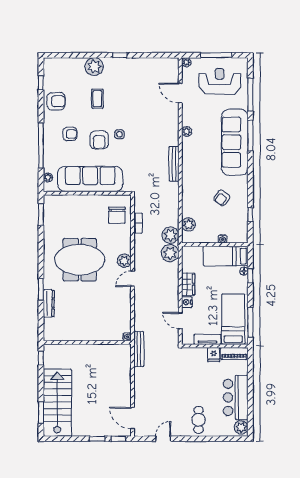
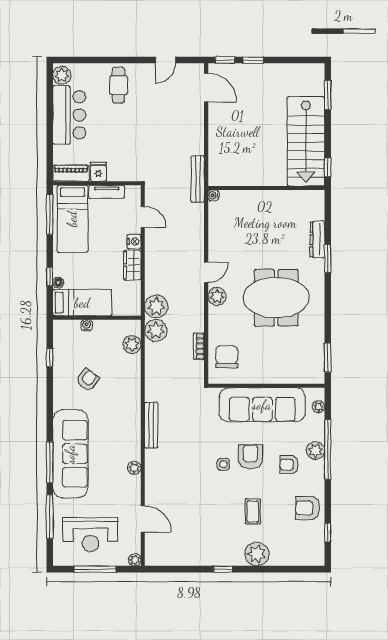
plant: (50, 145) -> (315, 451), added
stairs: (57, 403) -> (306, 141), moved

